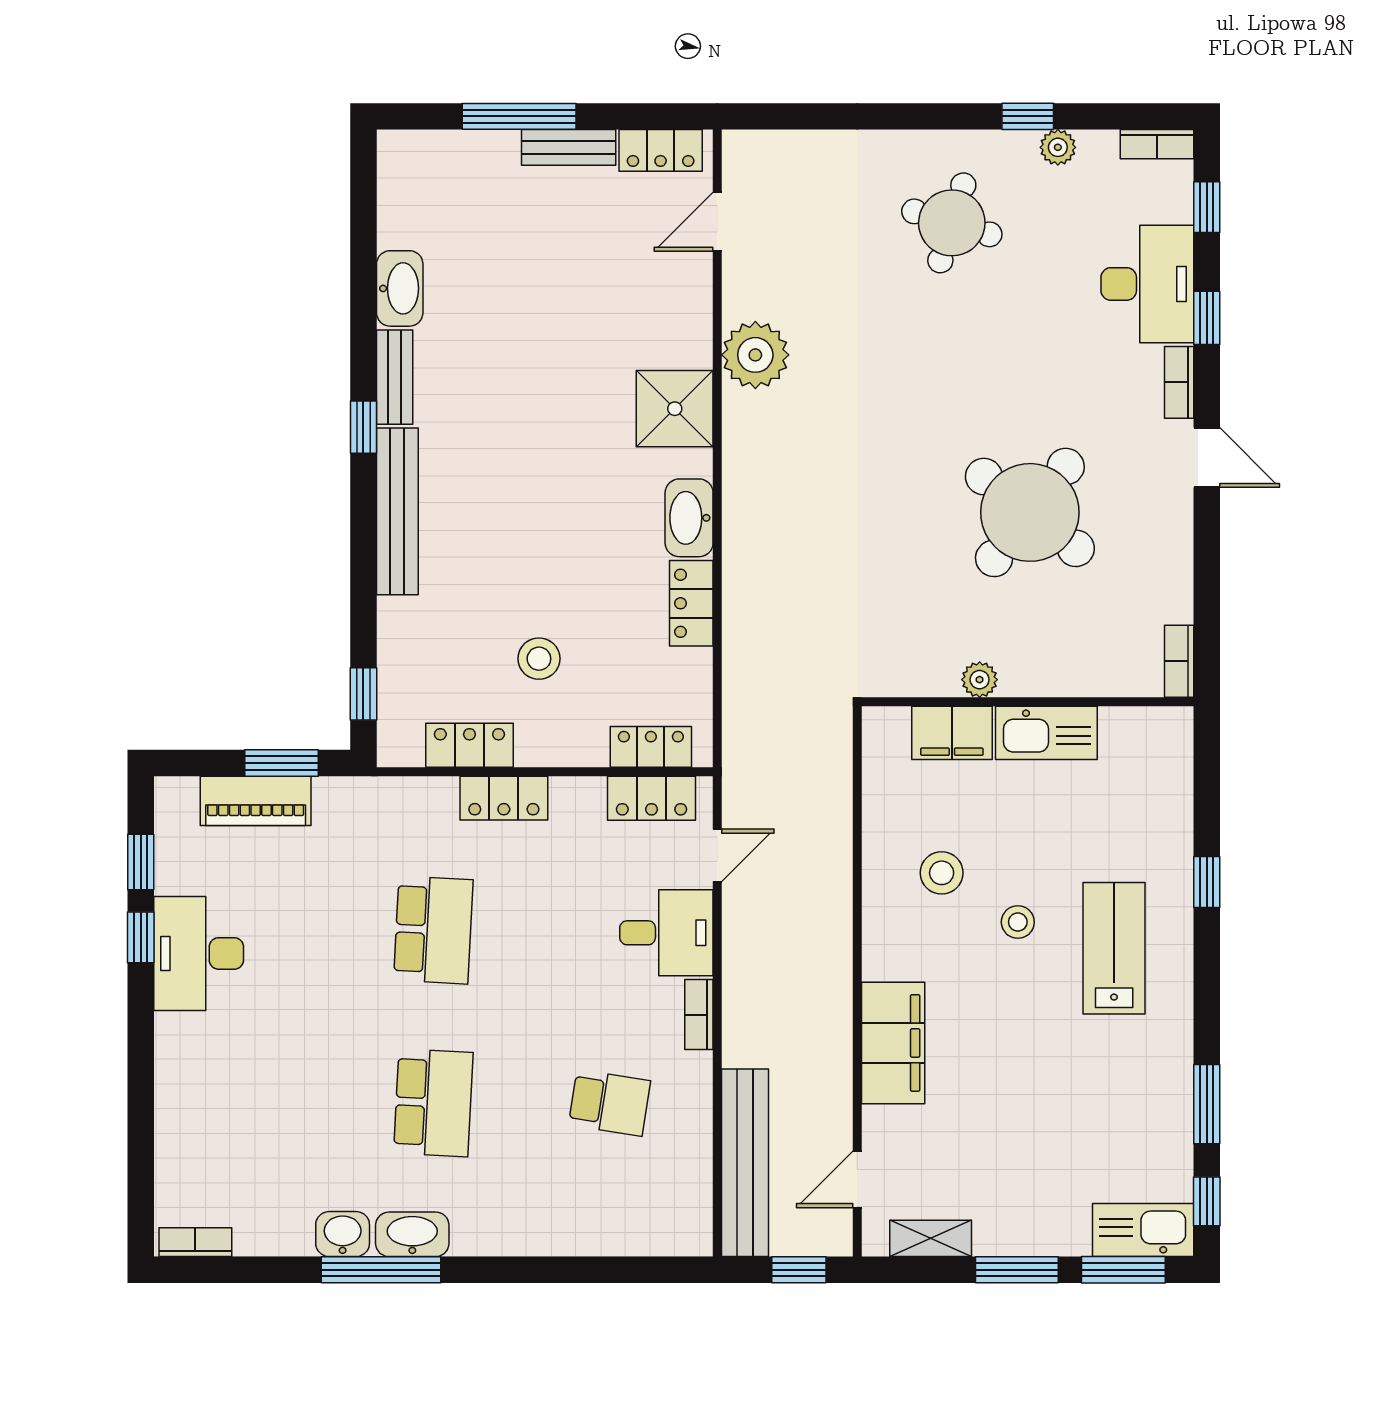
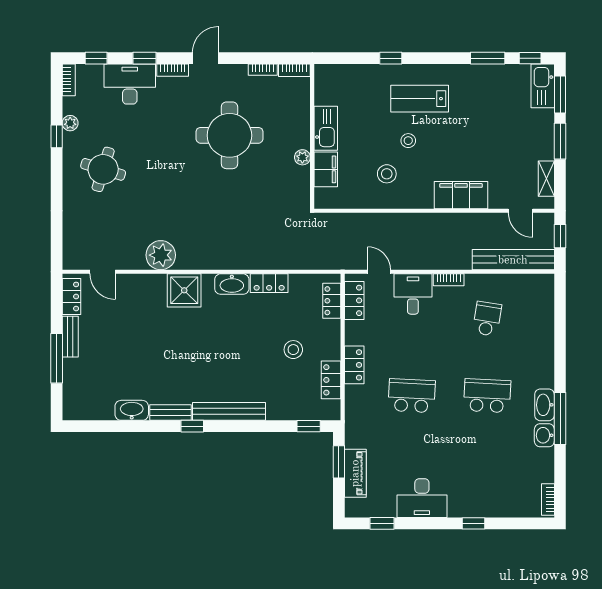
round table: (1030, 512) -> (229, 135), turned -38
bookcase: (1180, 589) -> (263, 70), added
window: (141, 937) -> (474, 523), moved

